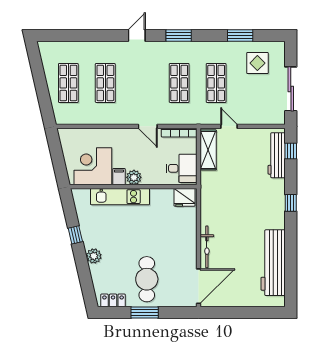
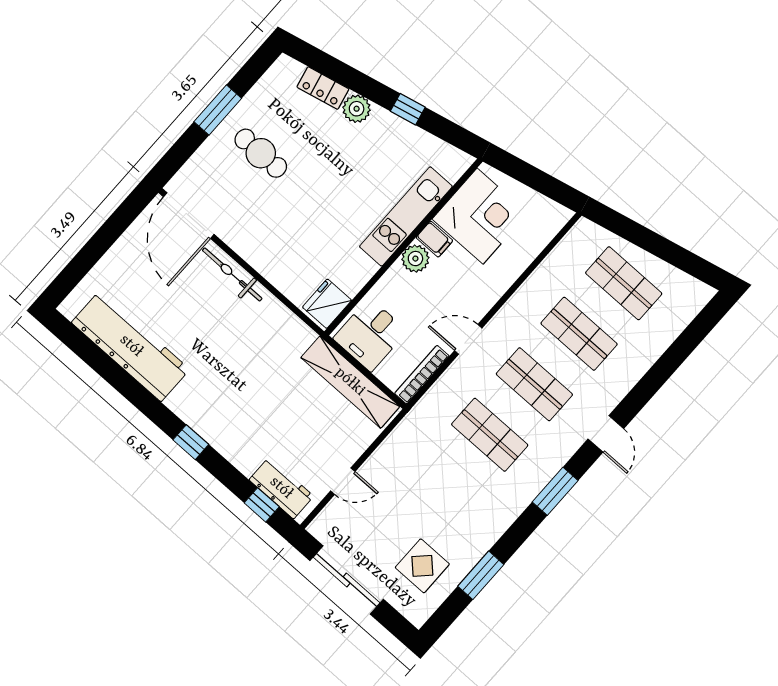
shop shelf: (216, 83) -> (534, 384), moved
door: (229, 126) -> (343, 481), moved
shelving: (208, 150) -> (350, 382), width x1.47
workbench: (277, 155) -> (281, 488), width x0.73
cafe table: (147, 279) -> (261, 153), width x0.73, depth x0.74
locker: (113, 300) -> (323, 88), moved, turned 77

